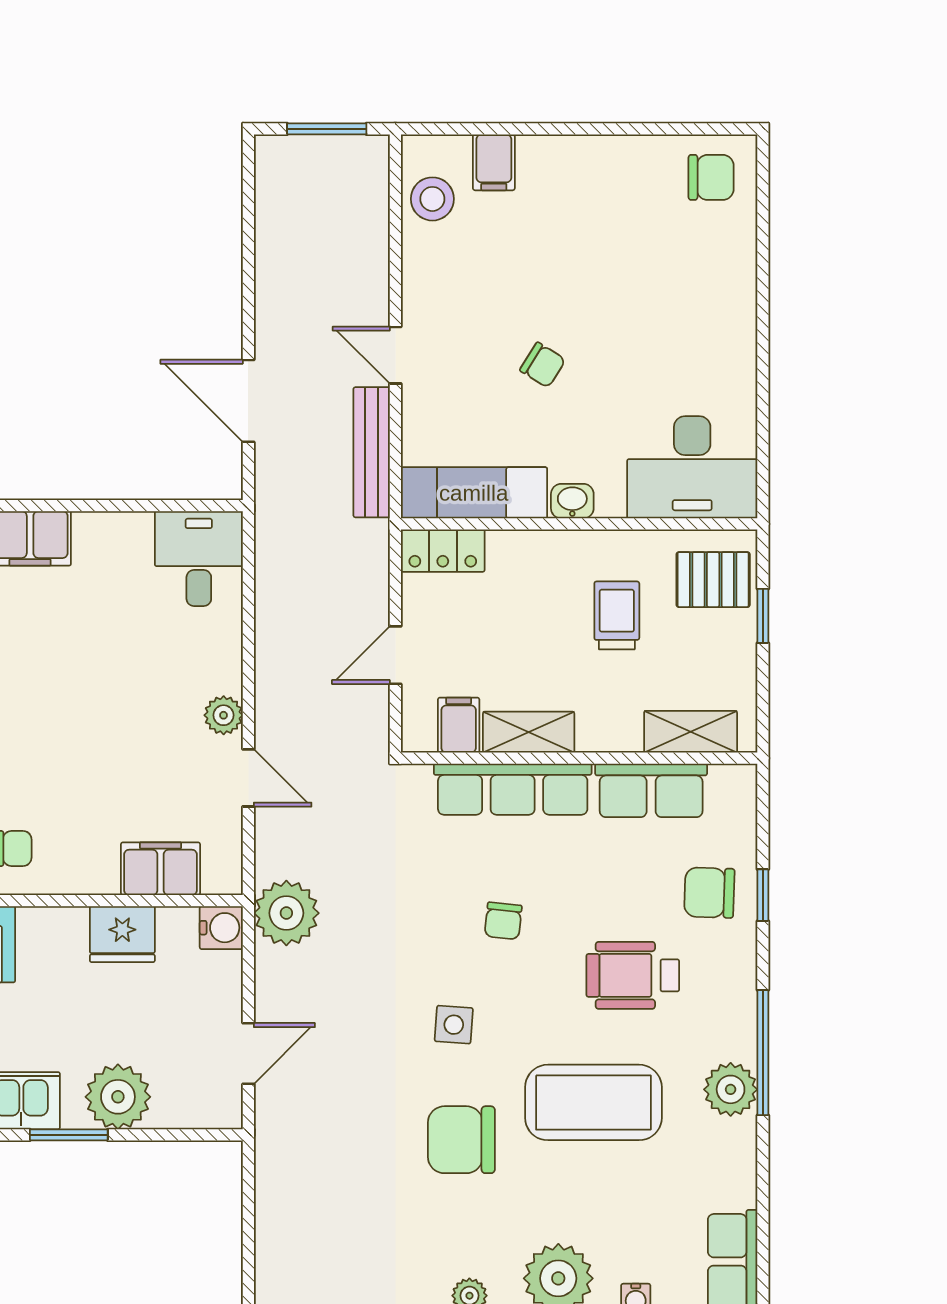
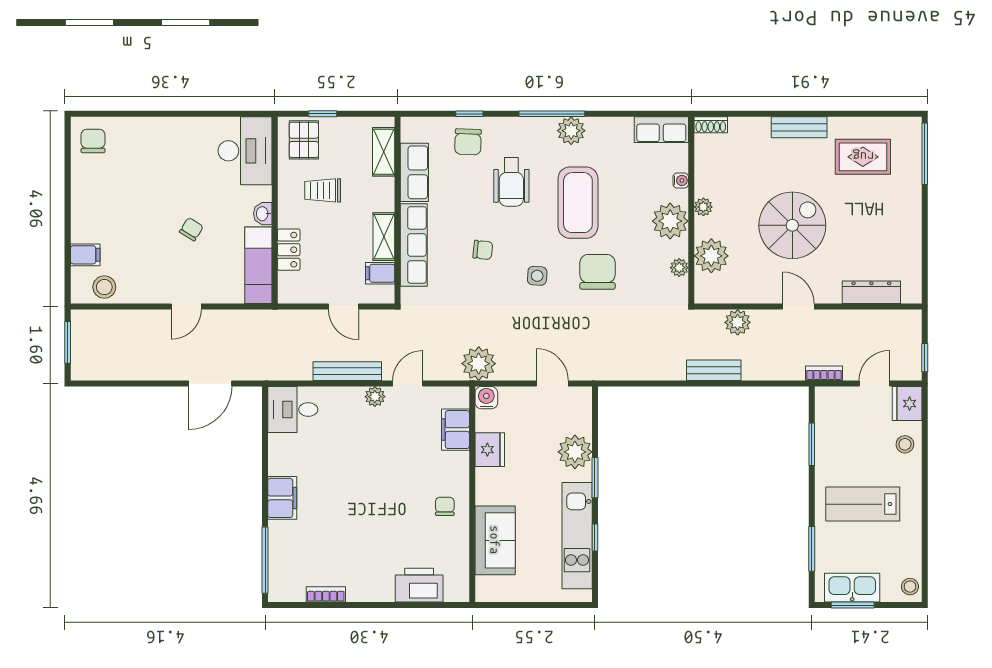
bench: (372, 452) -> (347, 371), moved
locker: (443, 551) -> (289, 250), moved
chair: (461, 1140) -> (597, 272), turned 180

